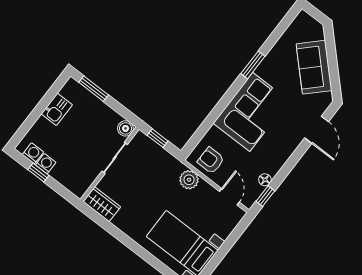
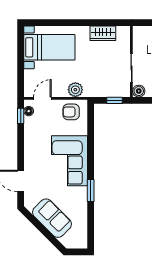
armchair: (211, 160) -> (71, 112), turned 180
floor lamp: (265, 180) -> (29, 111), moved
door: (229, 197) -> (42, 98), swing flipped
wardrobe: (102, 204) -> (103, 33), moved

